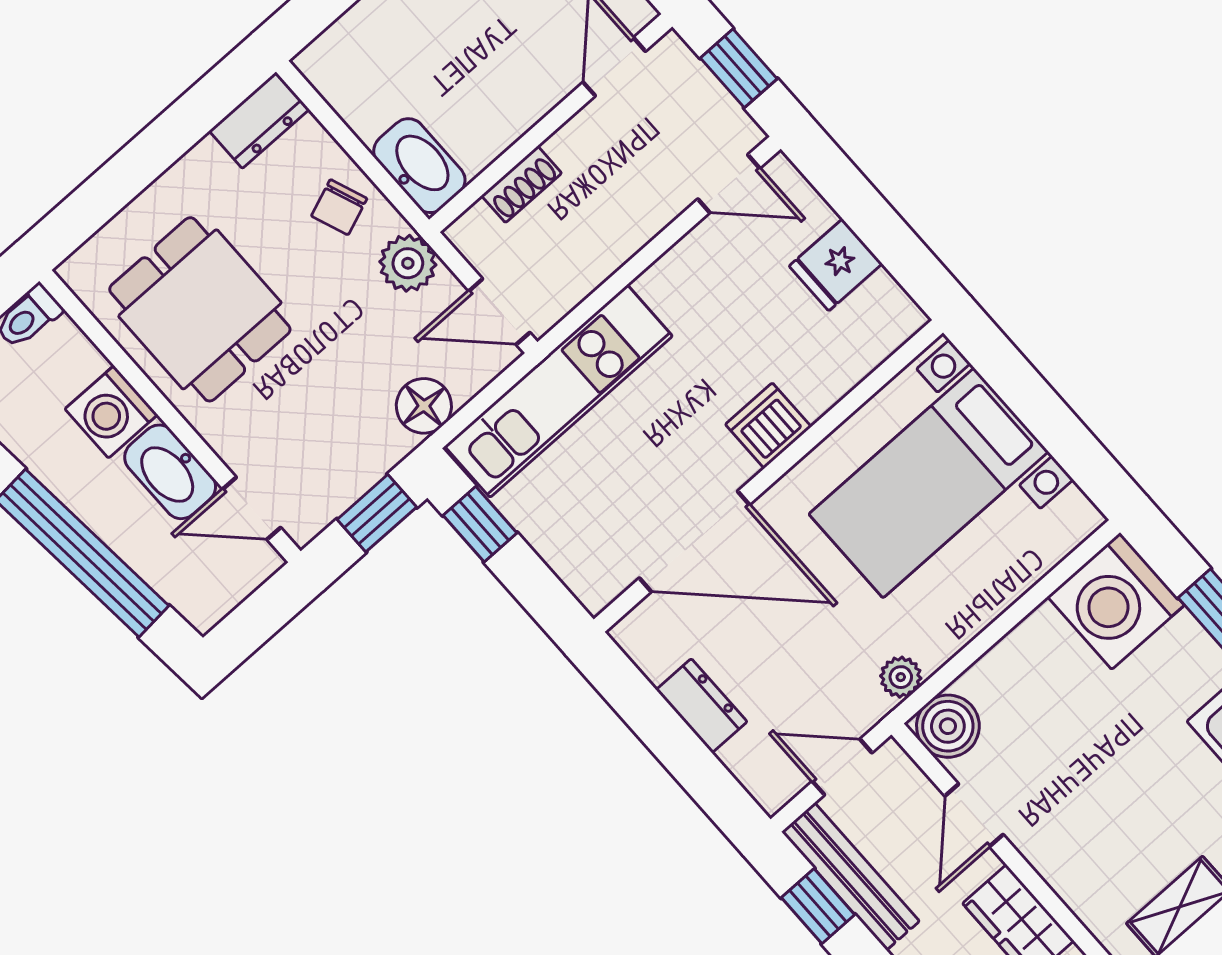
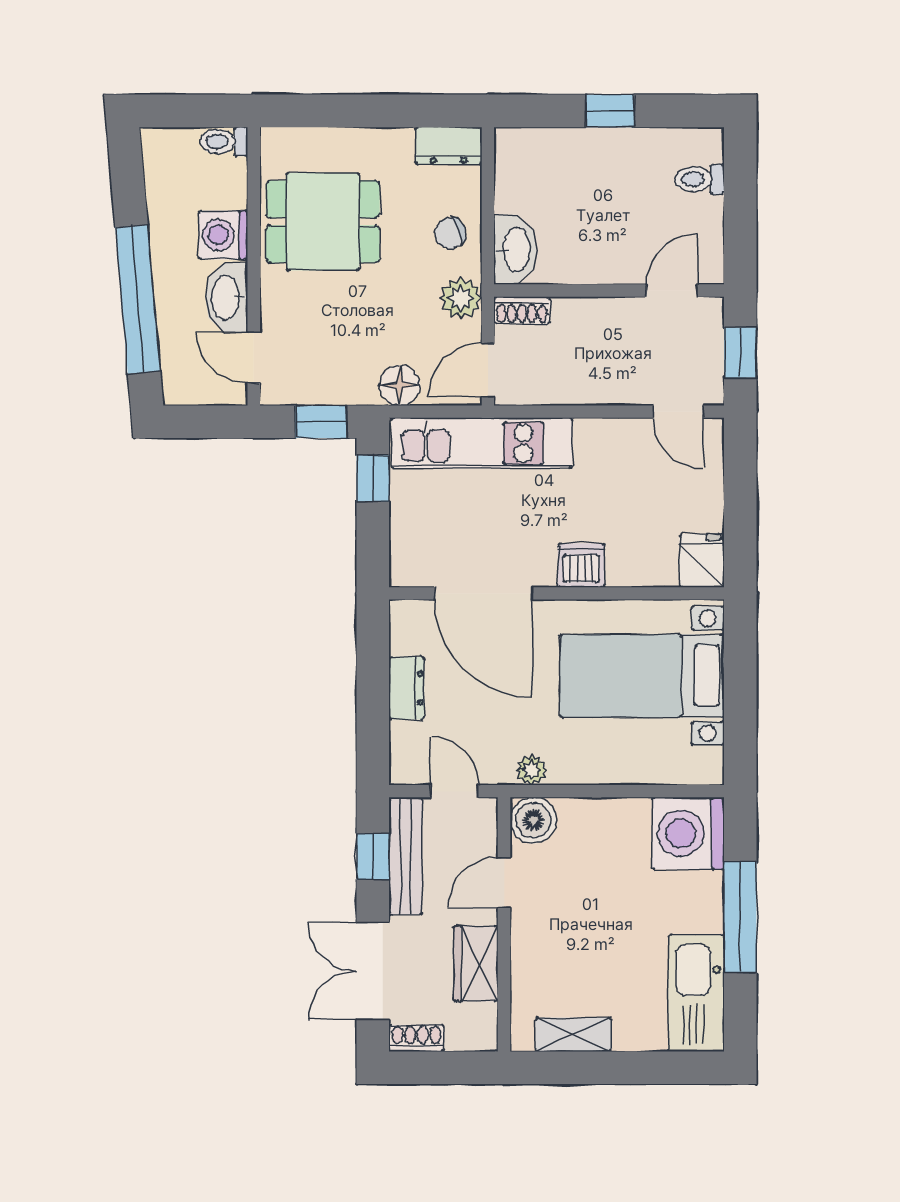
shoe rack: (521, 184) -> (522, 310), moved
fridge: (836, 265) -> (702, 561), moved, turned 90
dining table: (200, 309) -> (323, 222), turned 90
door: (499, 312) -> (488, 370), hinge flipped

